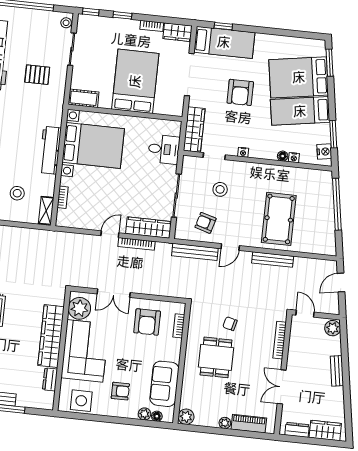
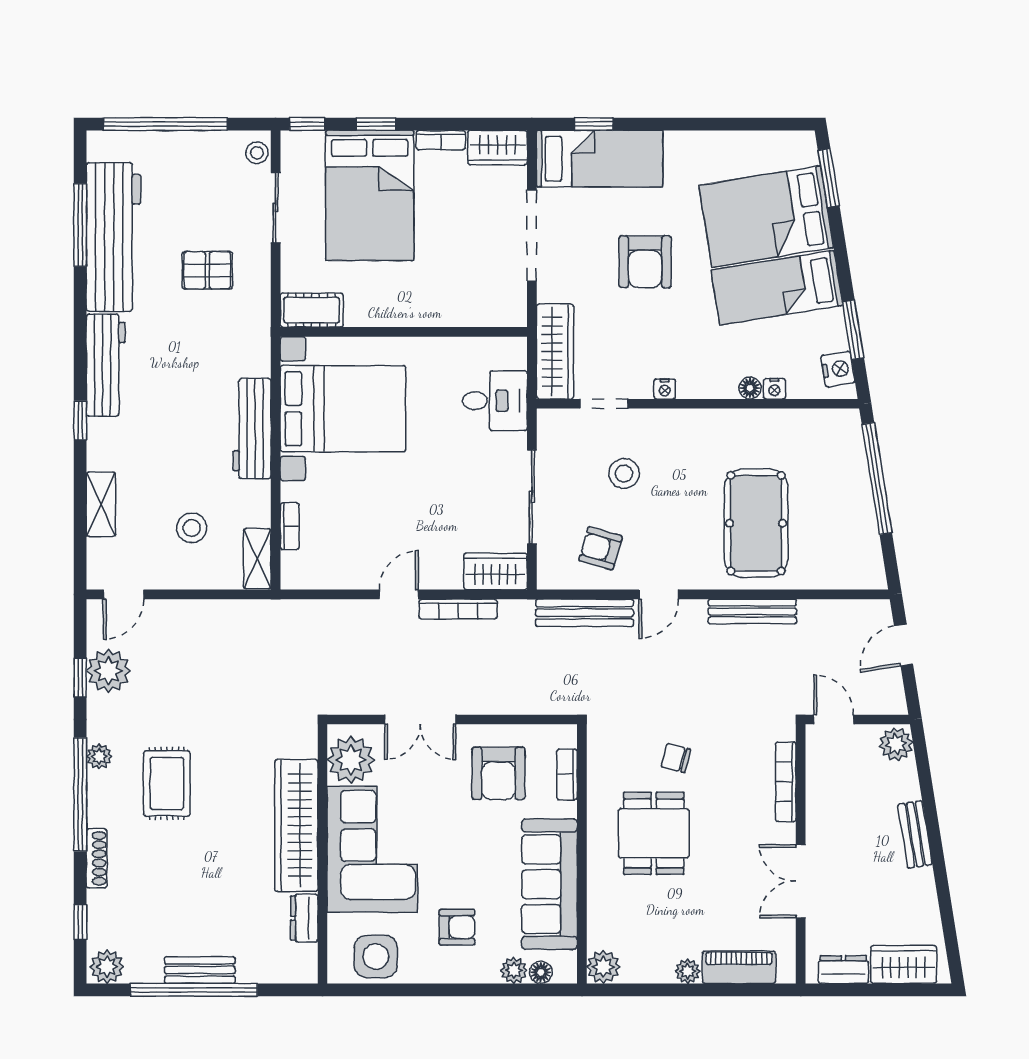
bed: (135, 81) -> (370, 195), moved, turned 180
wardrobe: (148, 228) -> (496, 571), width x0.67
sofa: (164, 384) -> (549, 884), width x1.36

